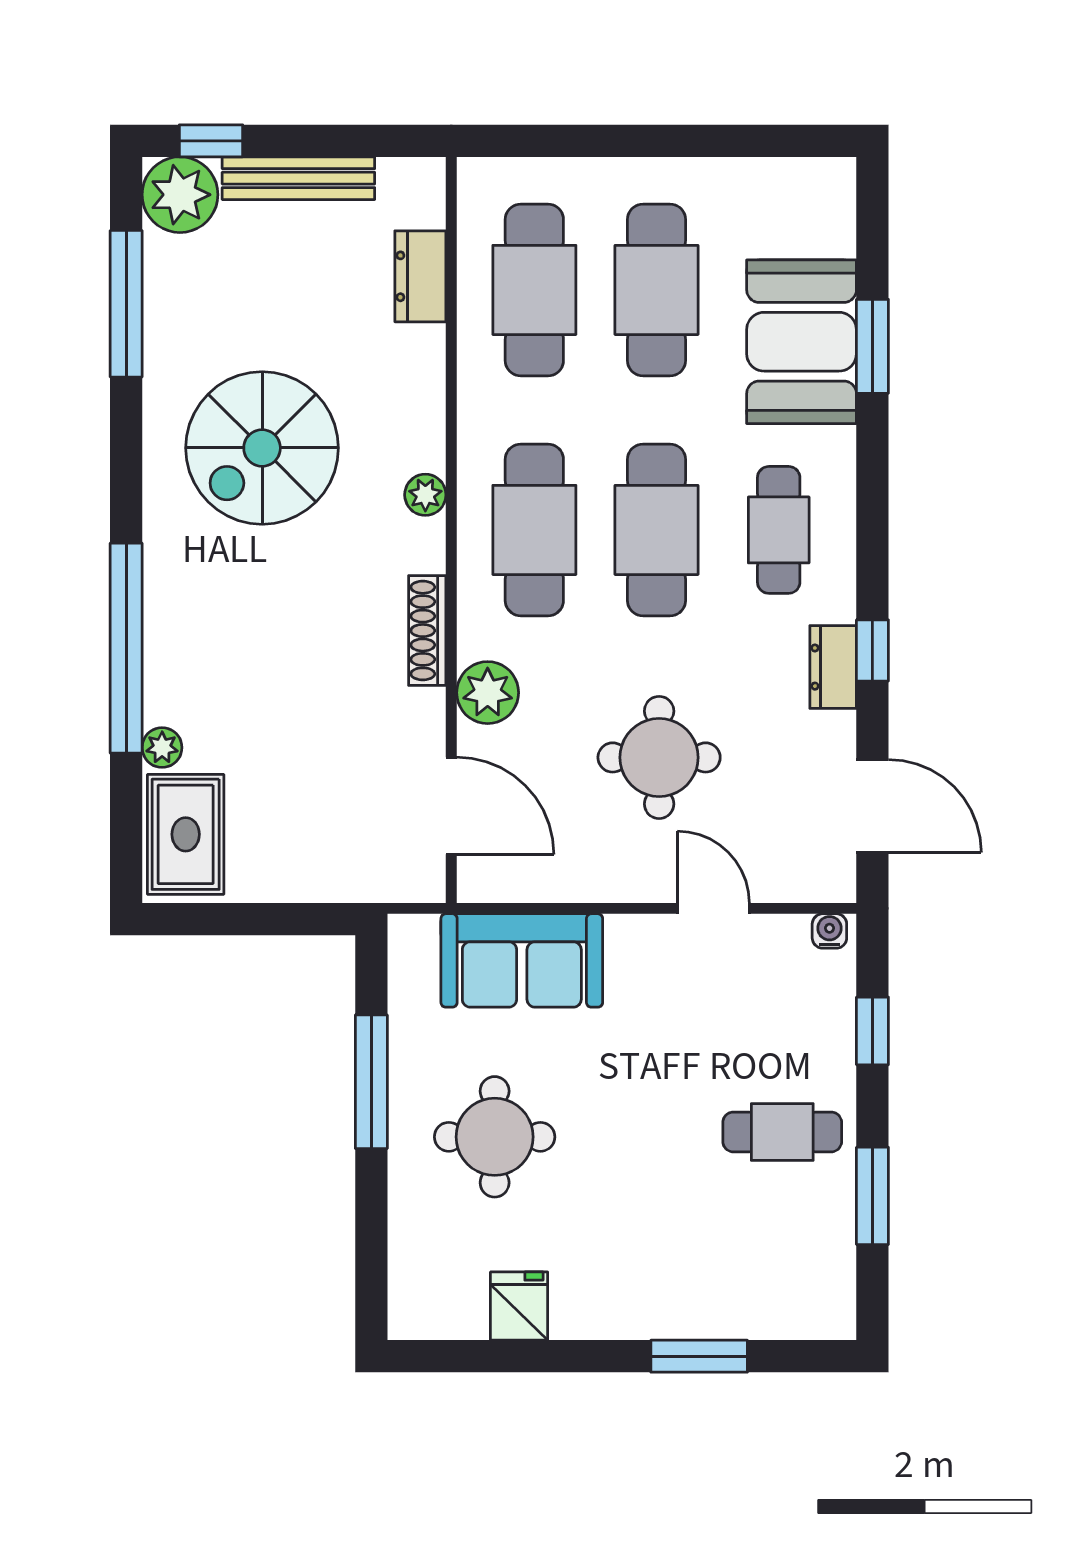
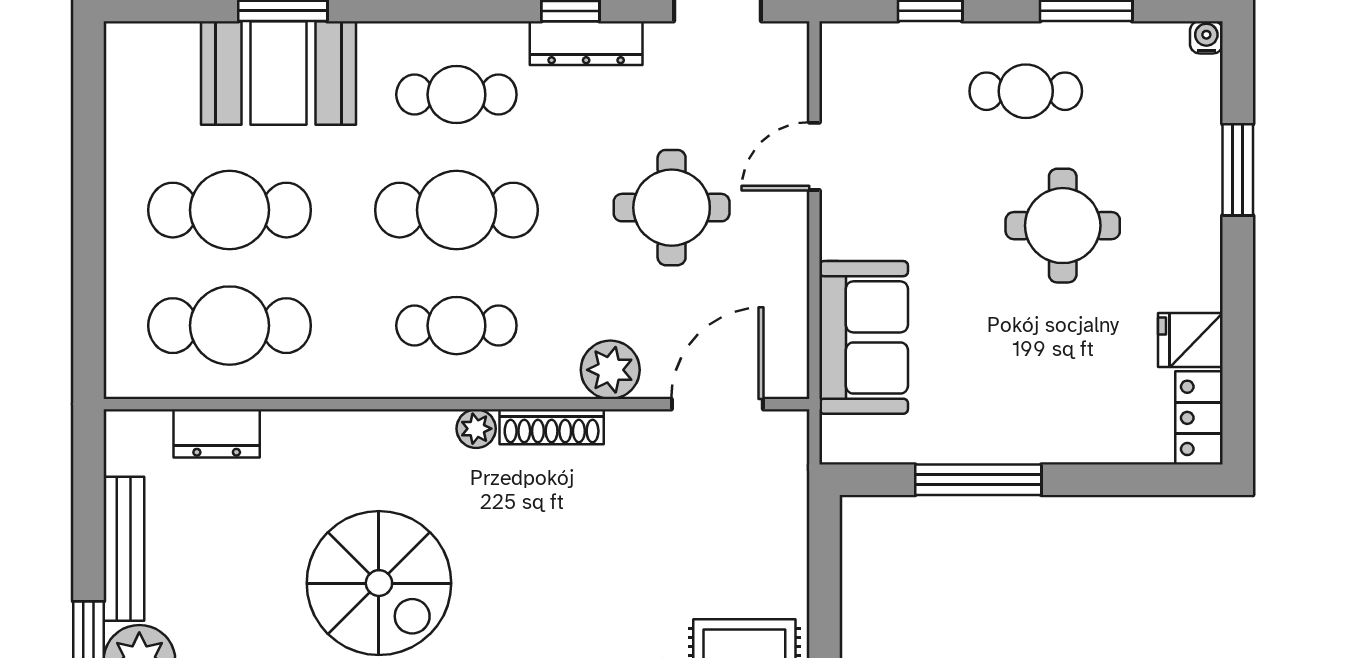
plant: (425, 495) -> (476, 429), moved
cafe table: (534, 530) -> (456, 326), width x0.73, depth x0.74
dresser: (833, 667) -> (586, 43), width x1.44
water cooler: (829, 931) -> (1206, 37), moved, turned 90
cafe table: (782, 1132) -> (1026, 91), turned 90
round table: (495, 1137) -> (1063, 226), moved
locker: (437, 1315) -> (1199, 418), added

